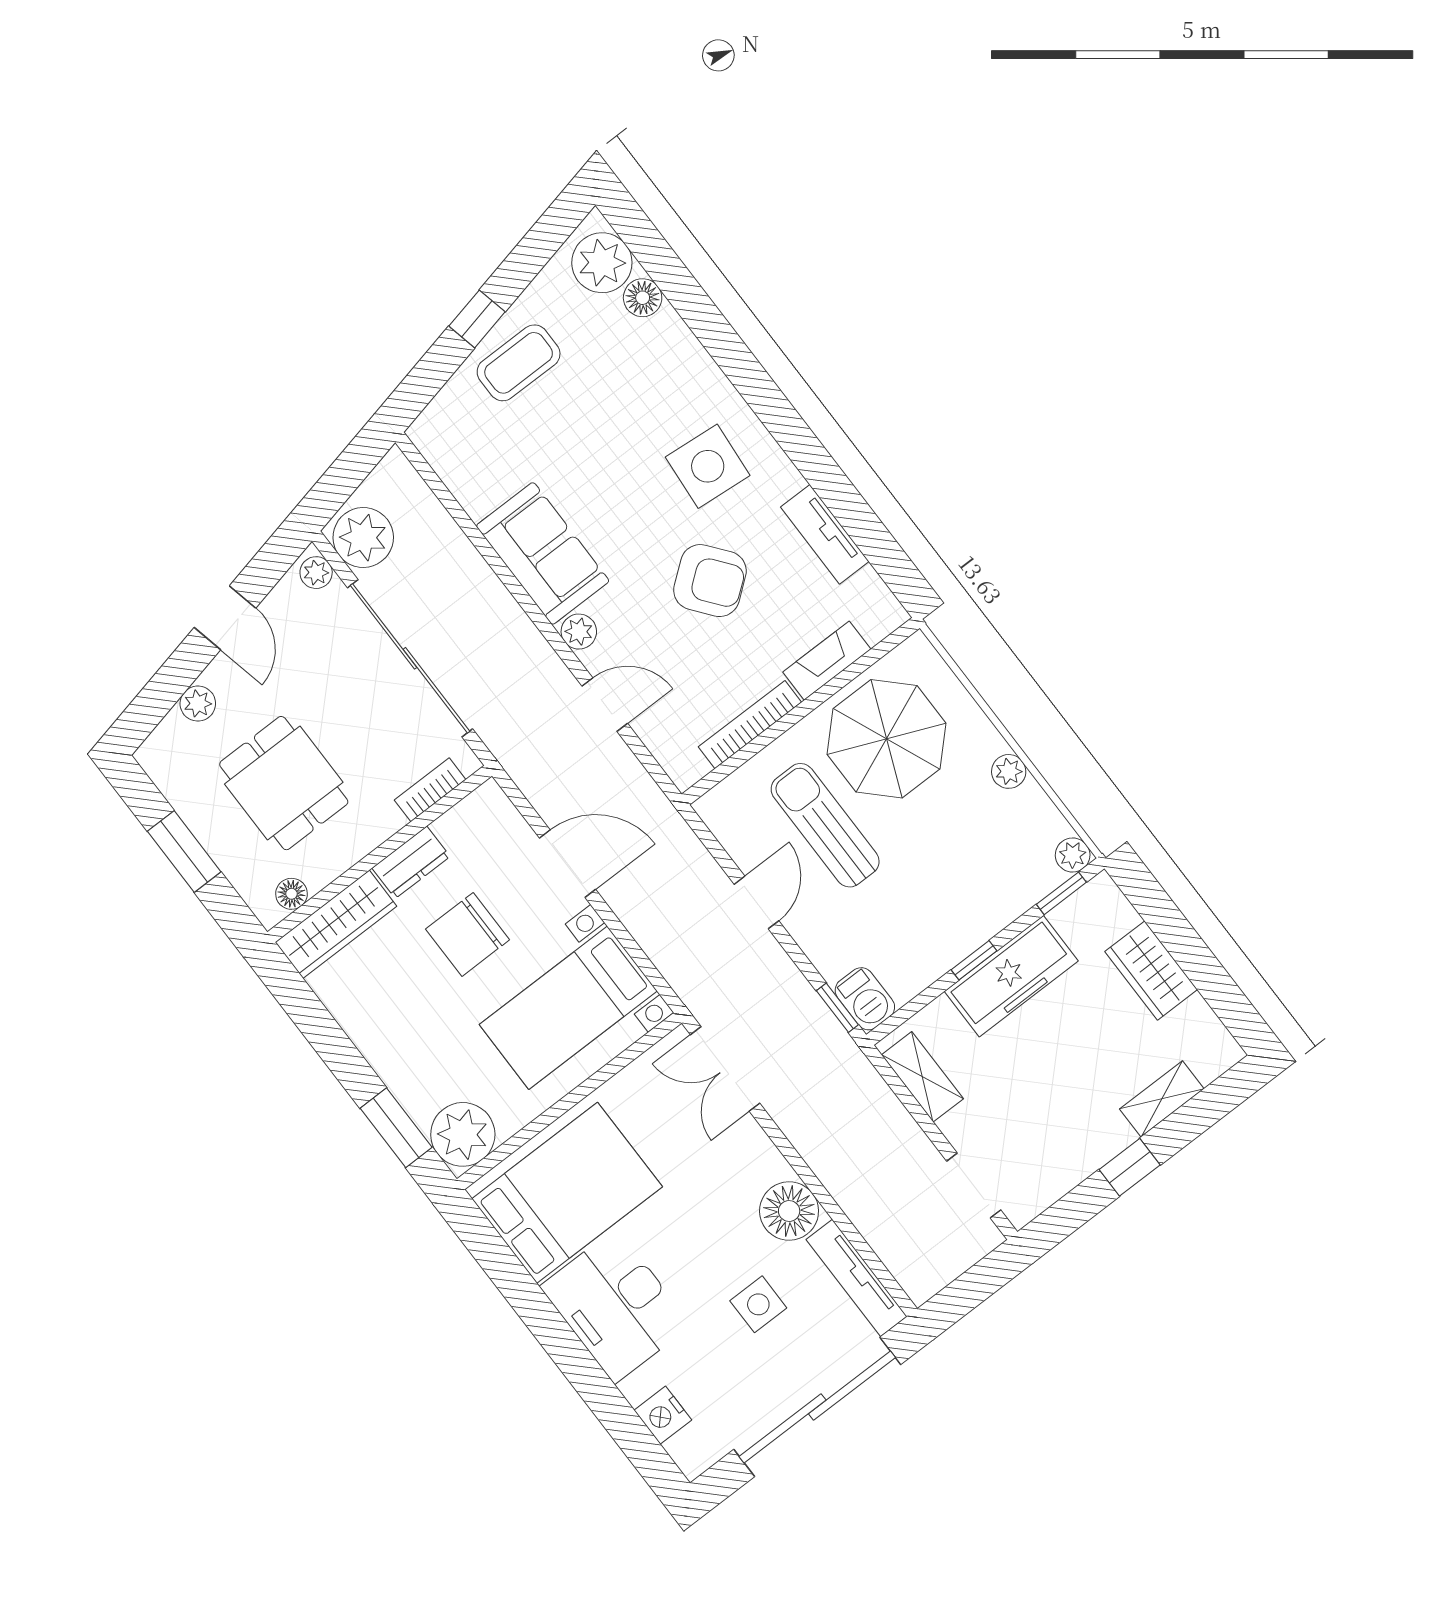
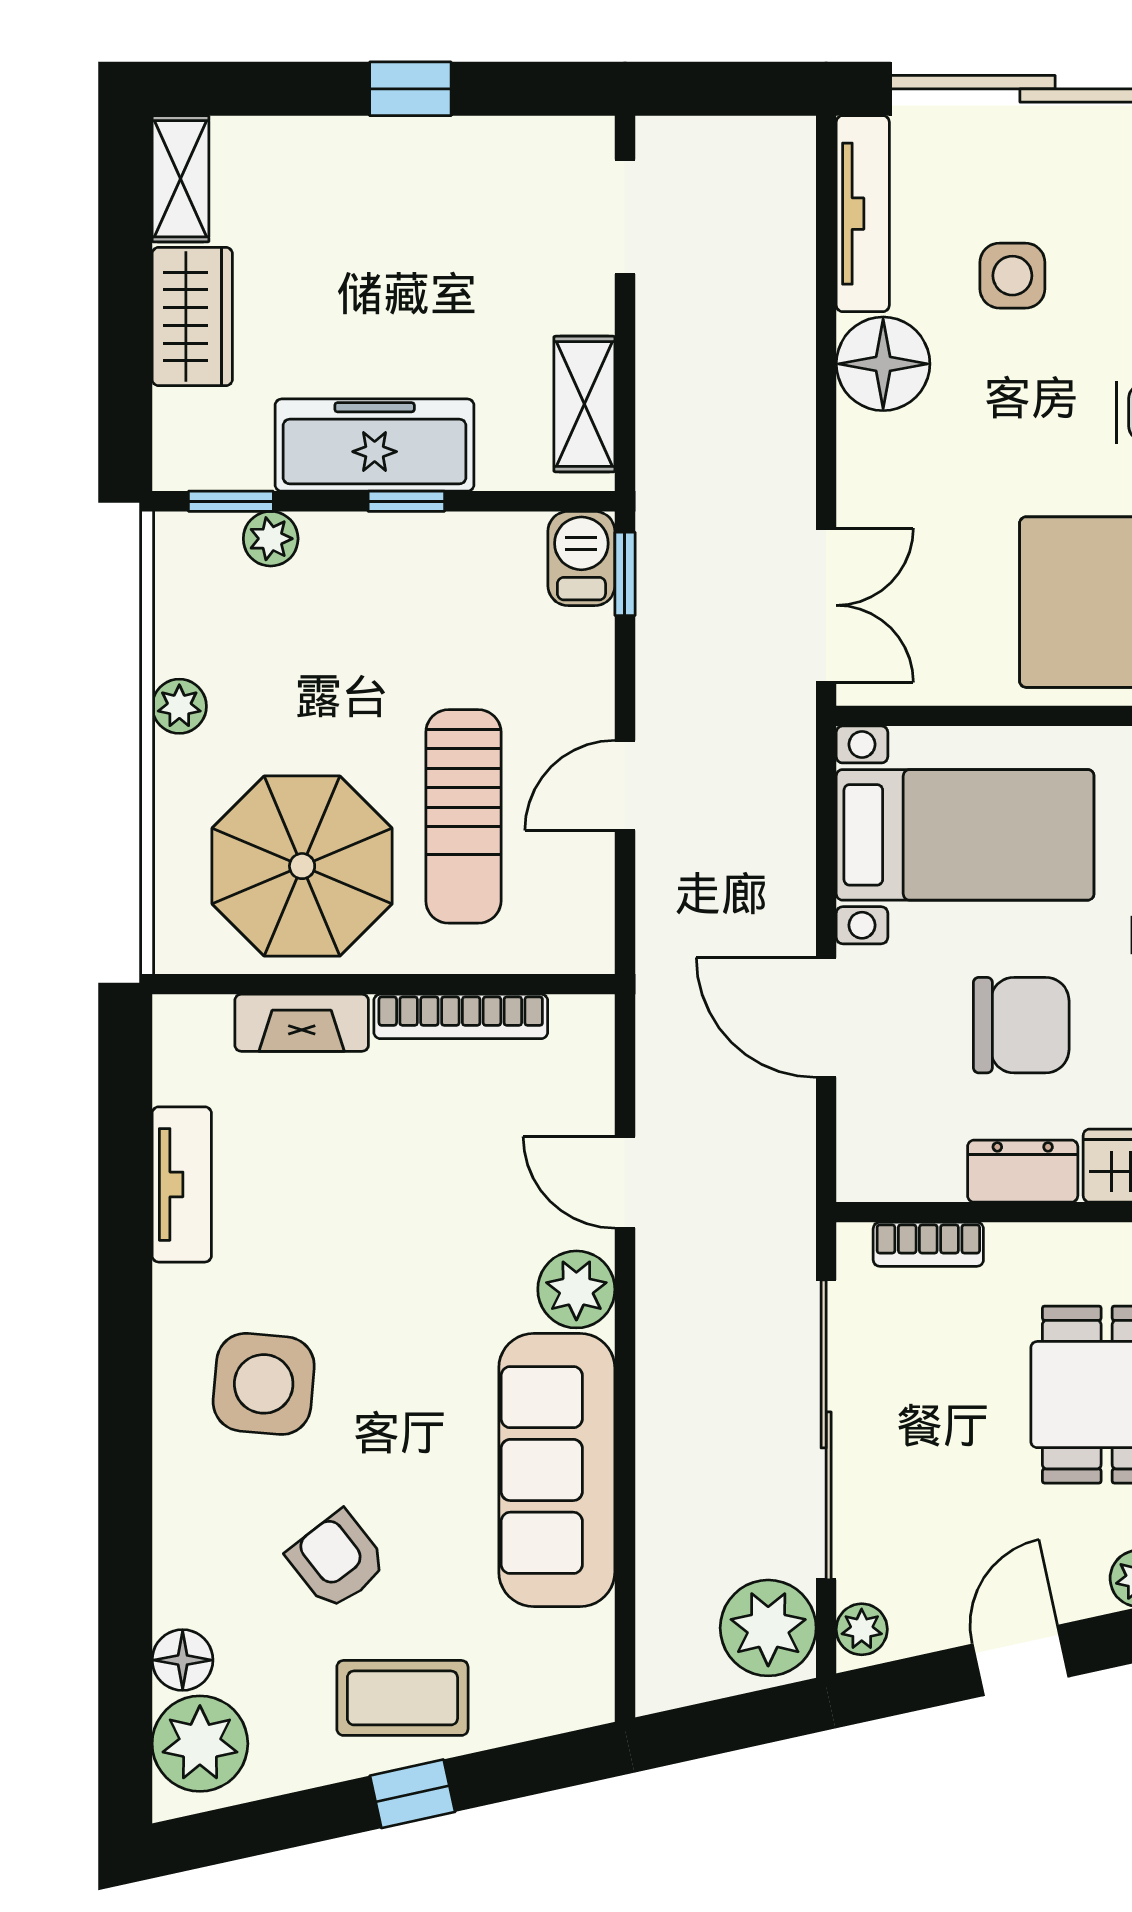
sofa: (543, 553) -> (557, 1470), width x1.36
armchair: (710, 581) -> (337, 1560), moved, width x0.72, depth x0.72
plant: (579, 632) -> (576, 1289), width x1.38, depth x1.38
plant: (1073, 855) -> (271, 539), moved
shelving: (1162, 1099) -> (181, 179), moved, turned 90

